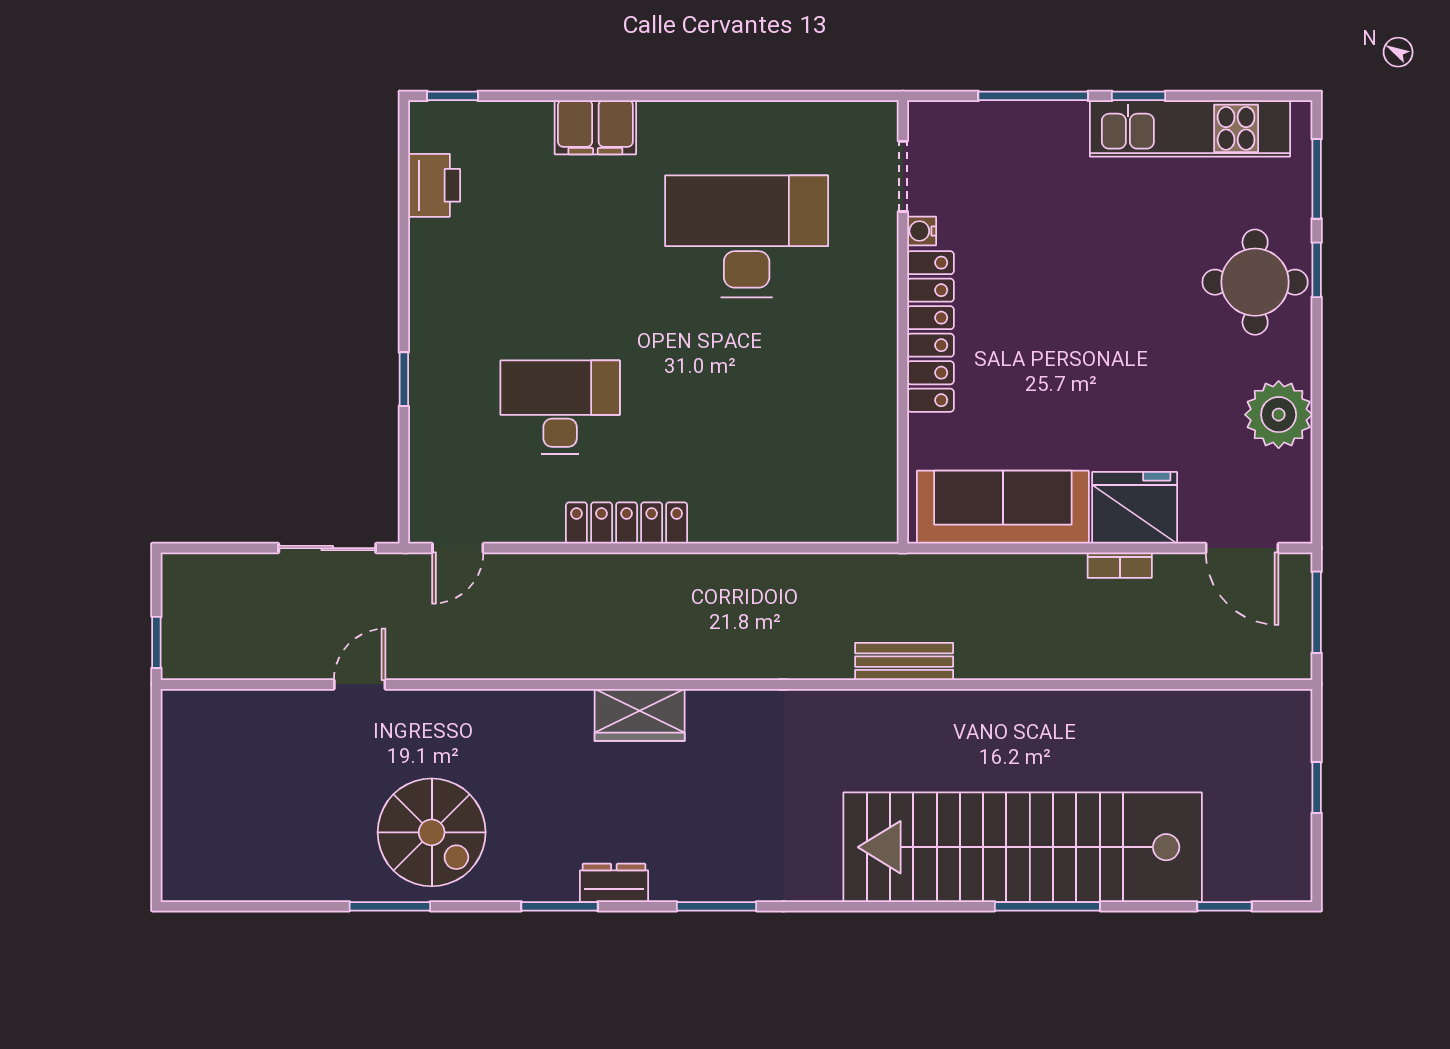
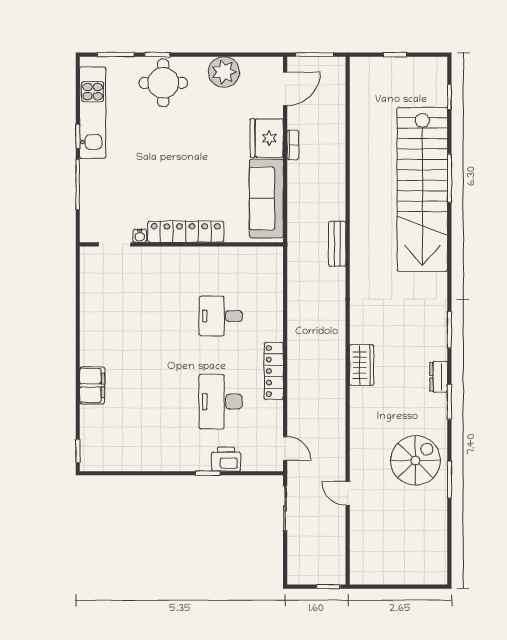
printer: (434, 185) -> (226, 459), moved
desk: (747, 236) -> (221, 316), moved, width x0.53, depth x0.77

